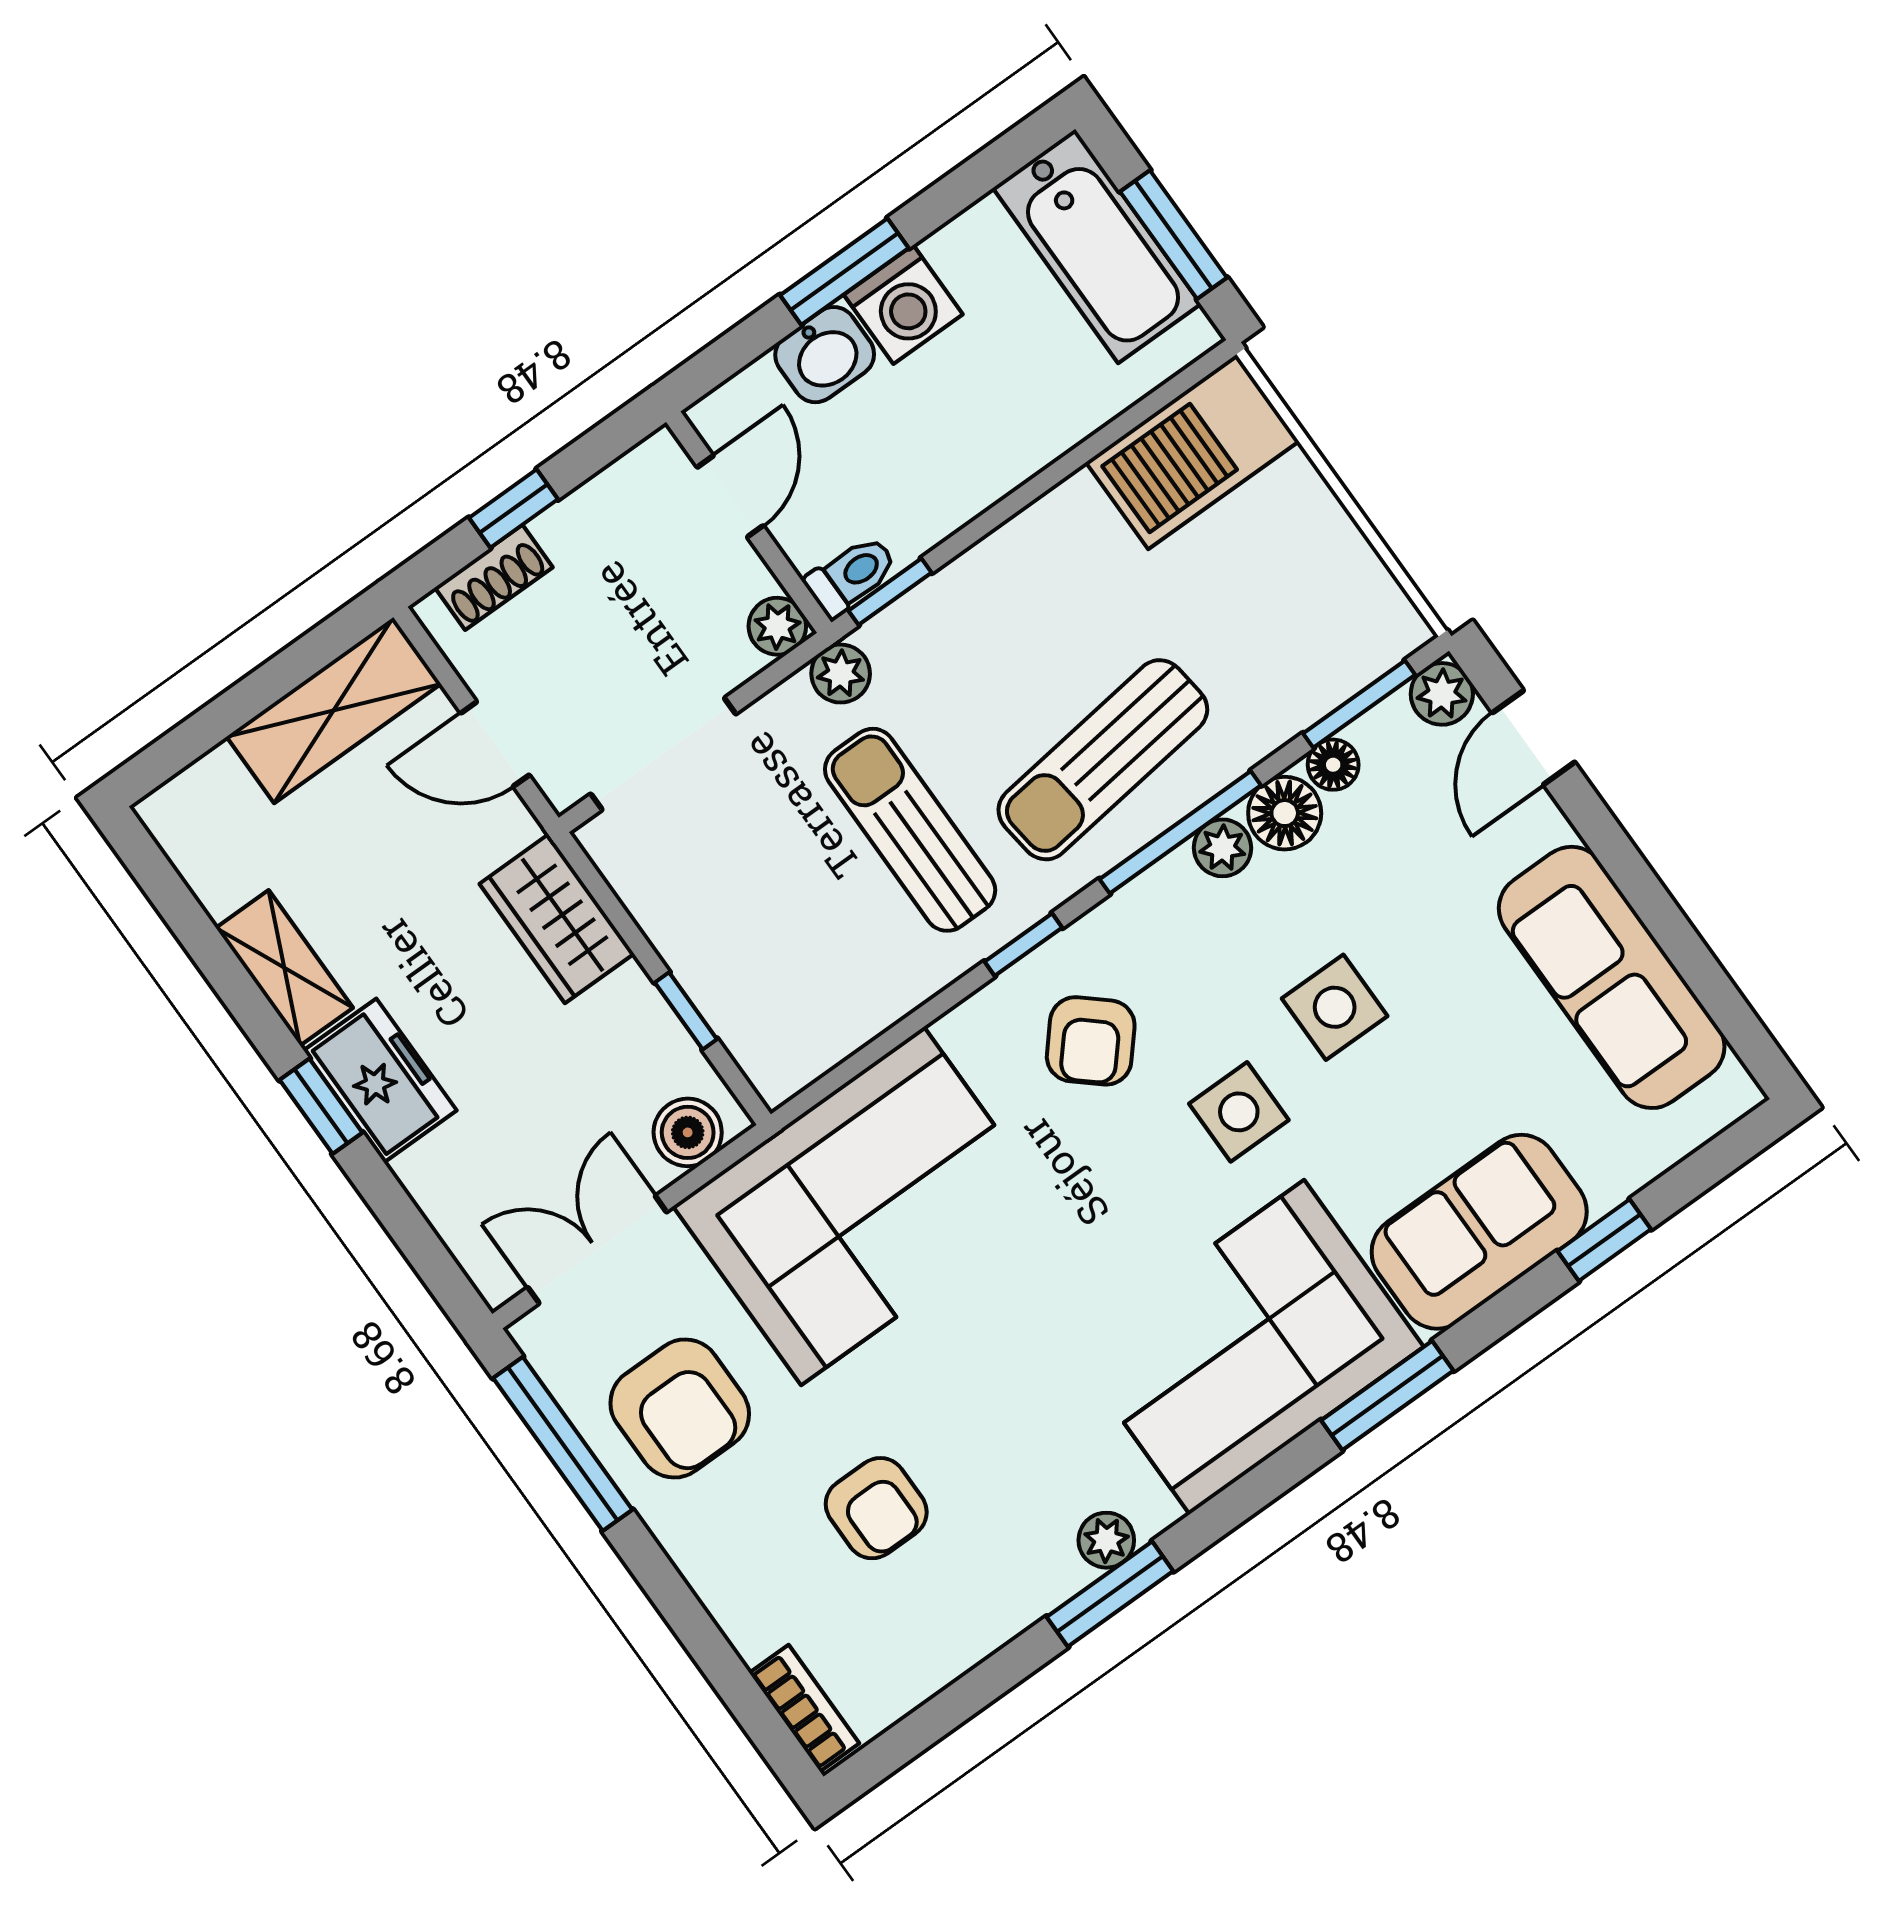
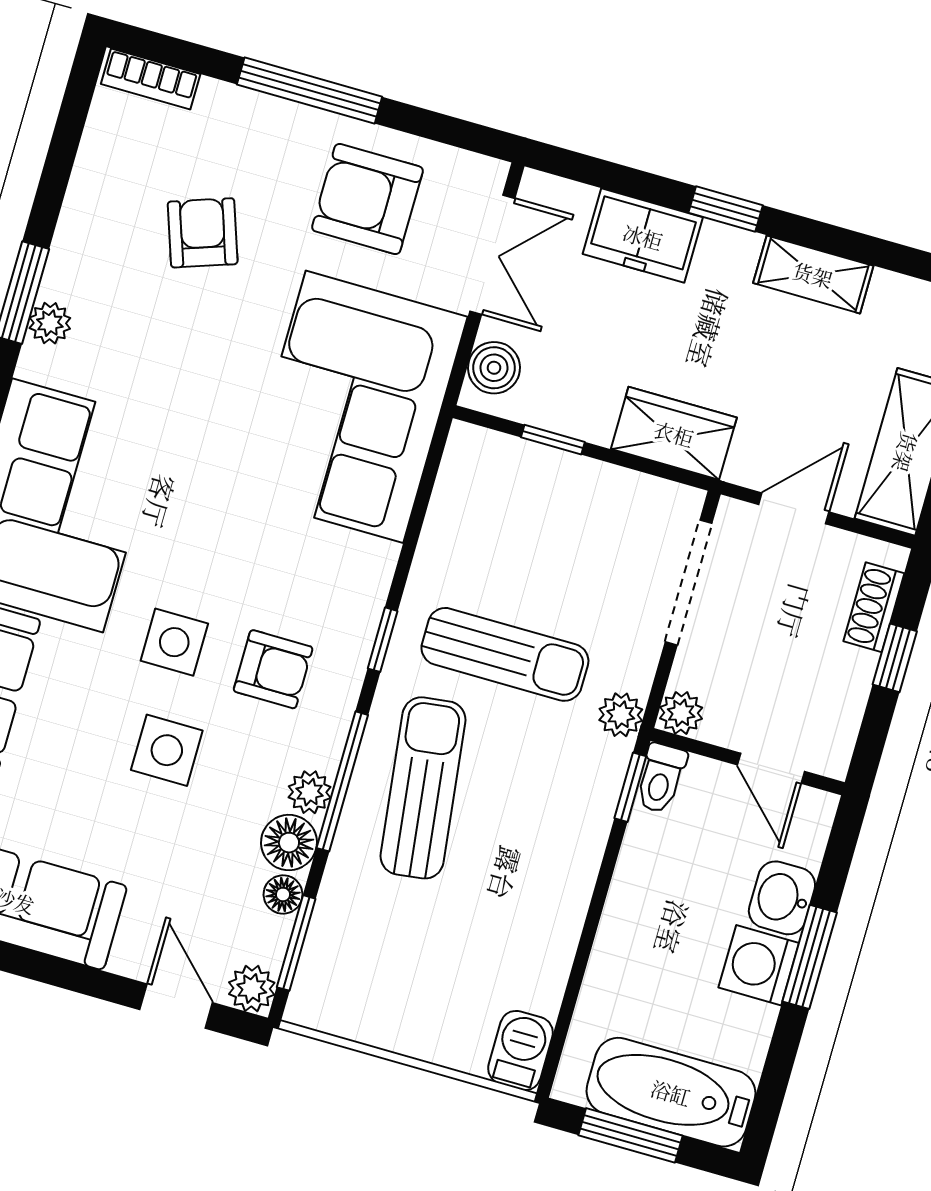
barbecue: (1192, 452) -> (520, 1050), width x0.53, depth x0.65
armchair: (1091, 1041) -> (273, 669), moved, turned 139
freezer: (380, 1080) -> (643, 236), moved
window: (563, 1444) -> (310, 91), moved
armchair: (876, 1508) -> (203, 233), turned 71

